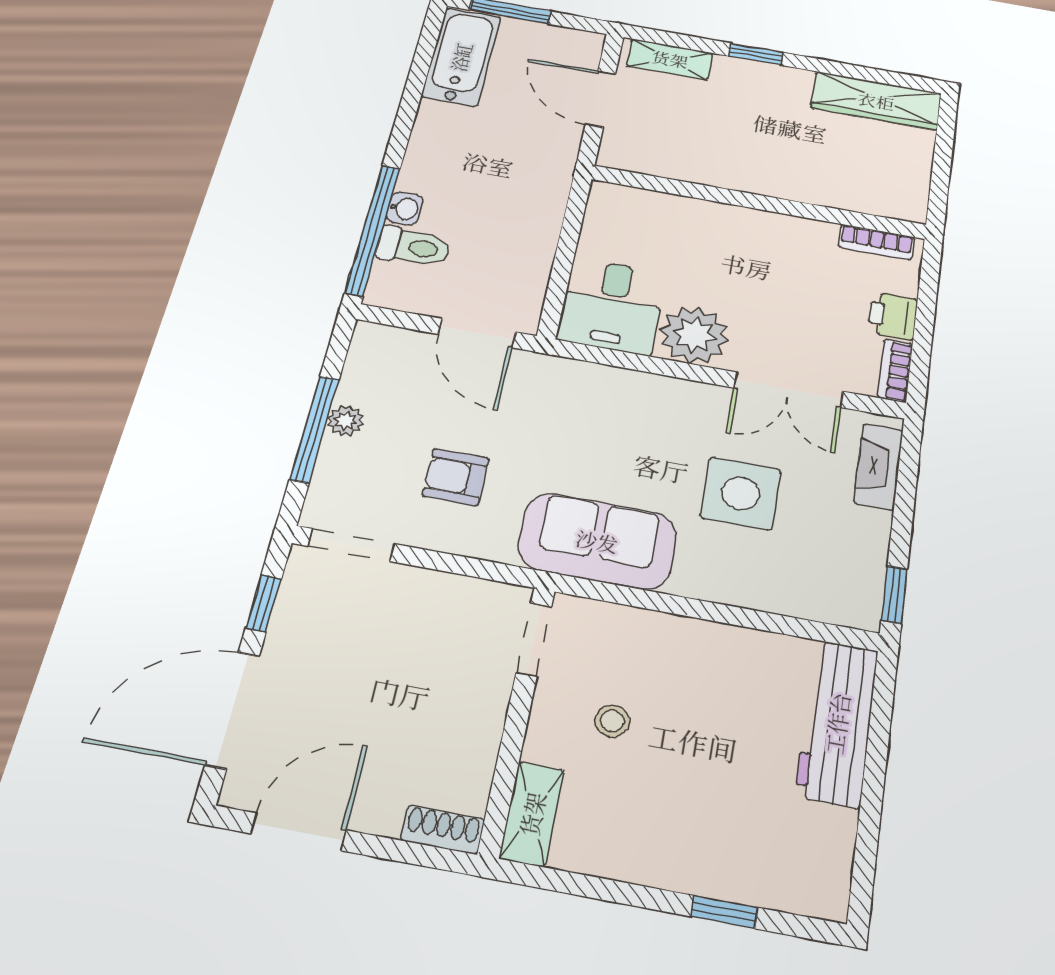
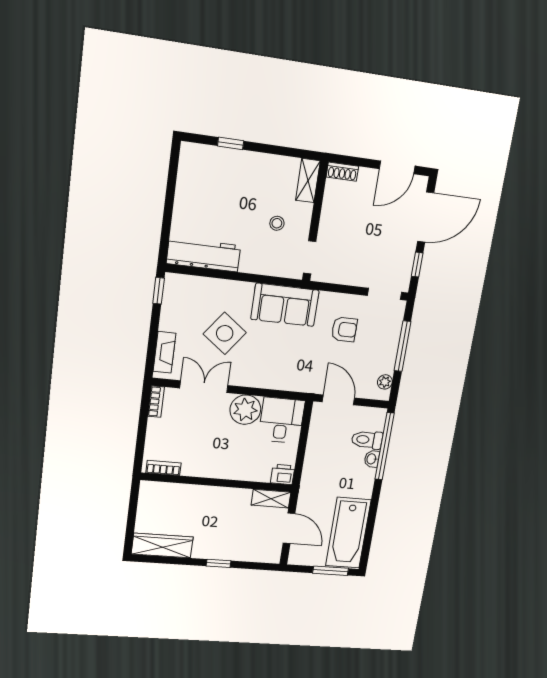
bathtub: (461, 57) -> (348, 533), width x1.36, depth x1.36
shelving: (670, 59) -> (271, 499), moved
printer: (893, 316) -> (283, 474), moved, turned -90
plant: (346, 421) -> (385, 382), moved
side table: (741, 493) -> (225, 333), turned 37
workbench: (837, 723) -> (204, 254), moved, turned -90

